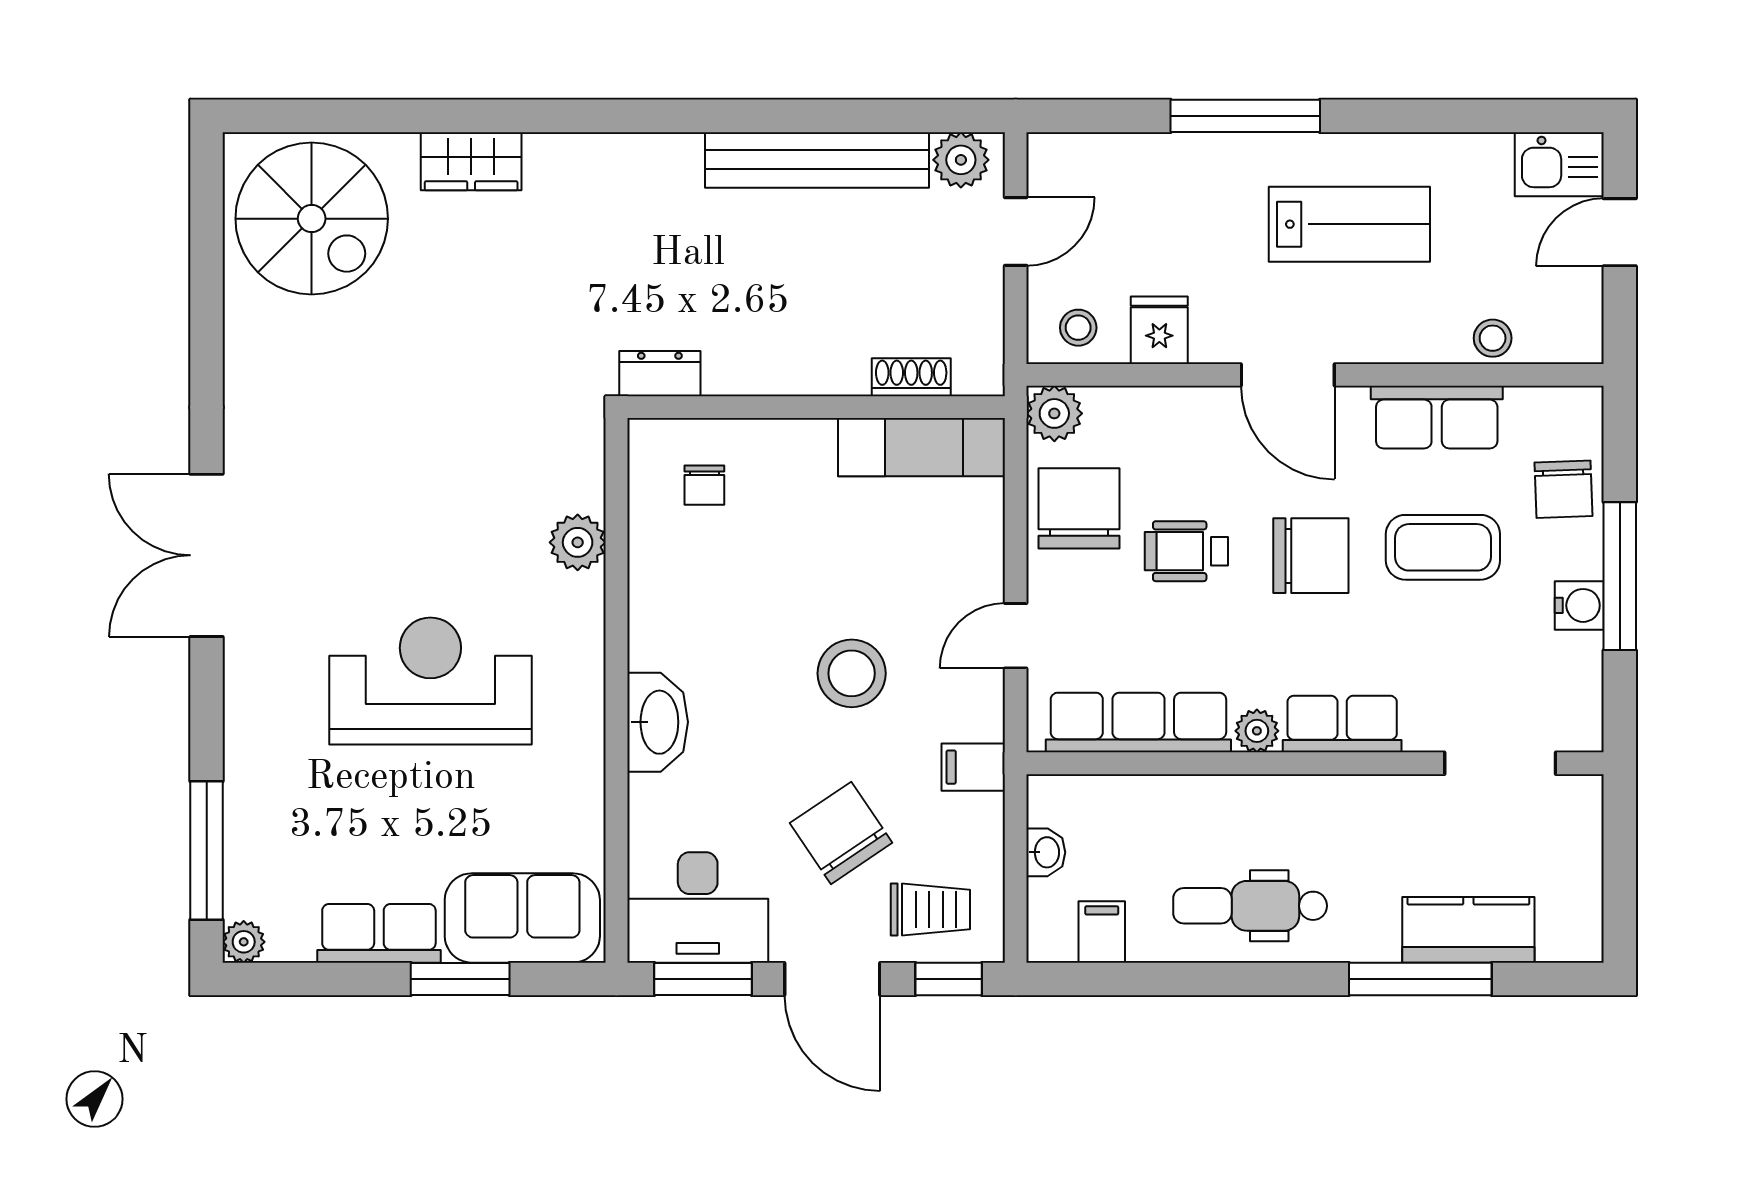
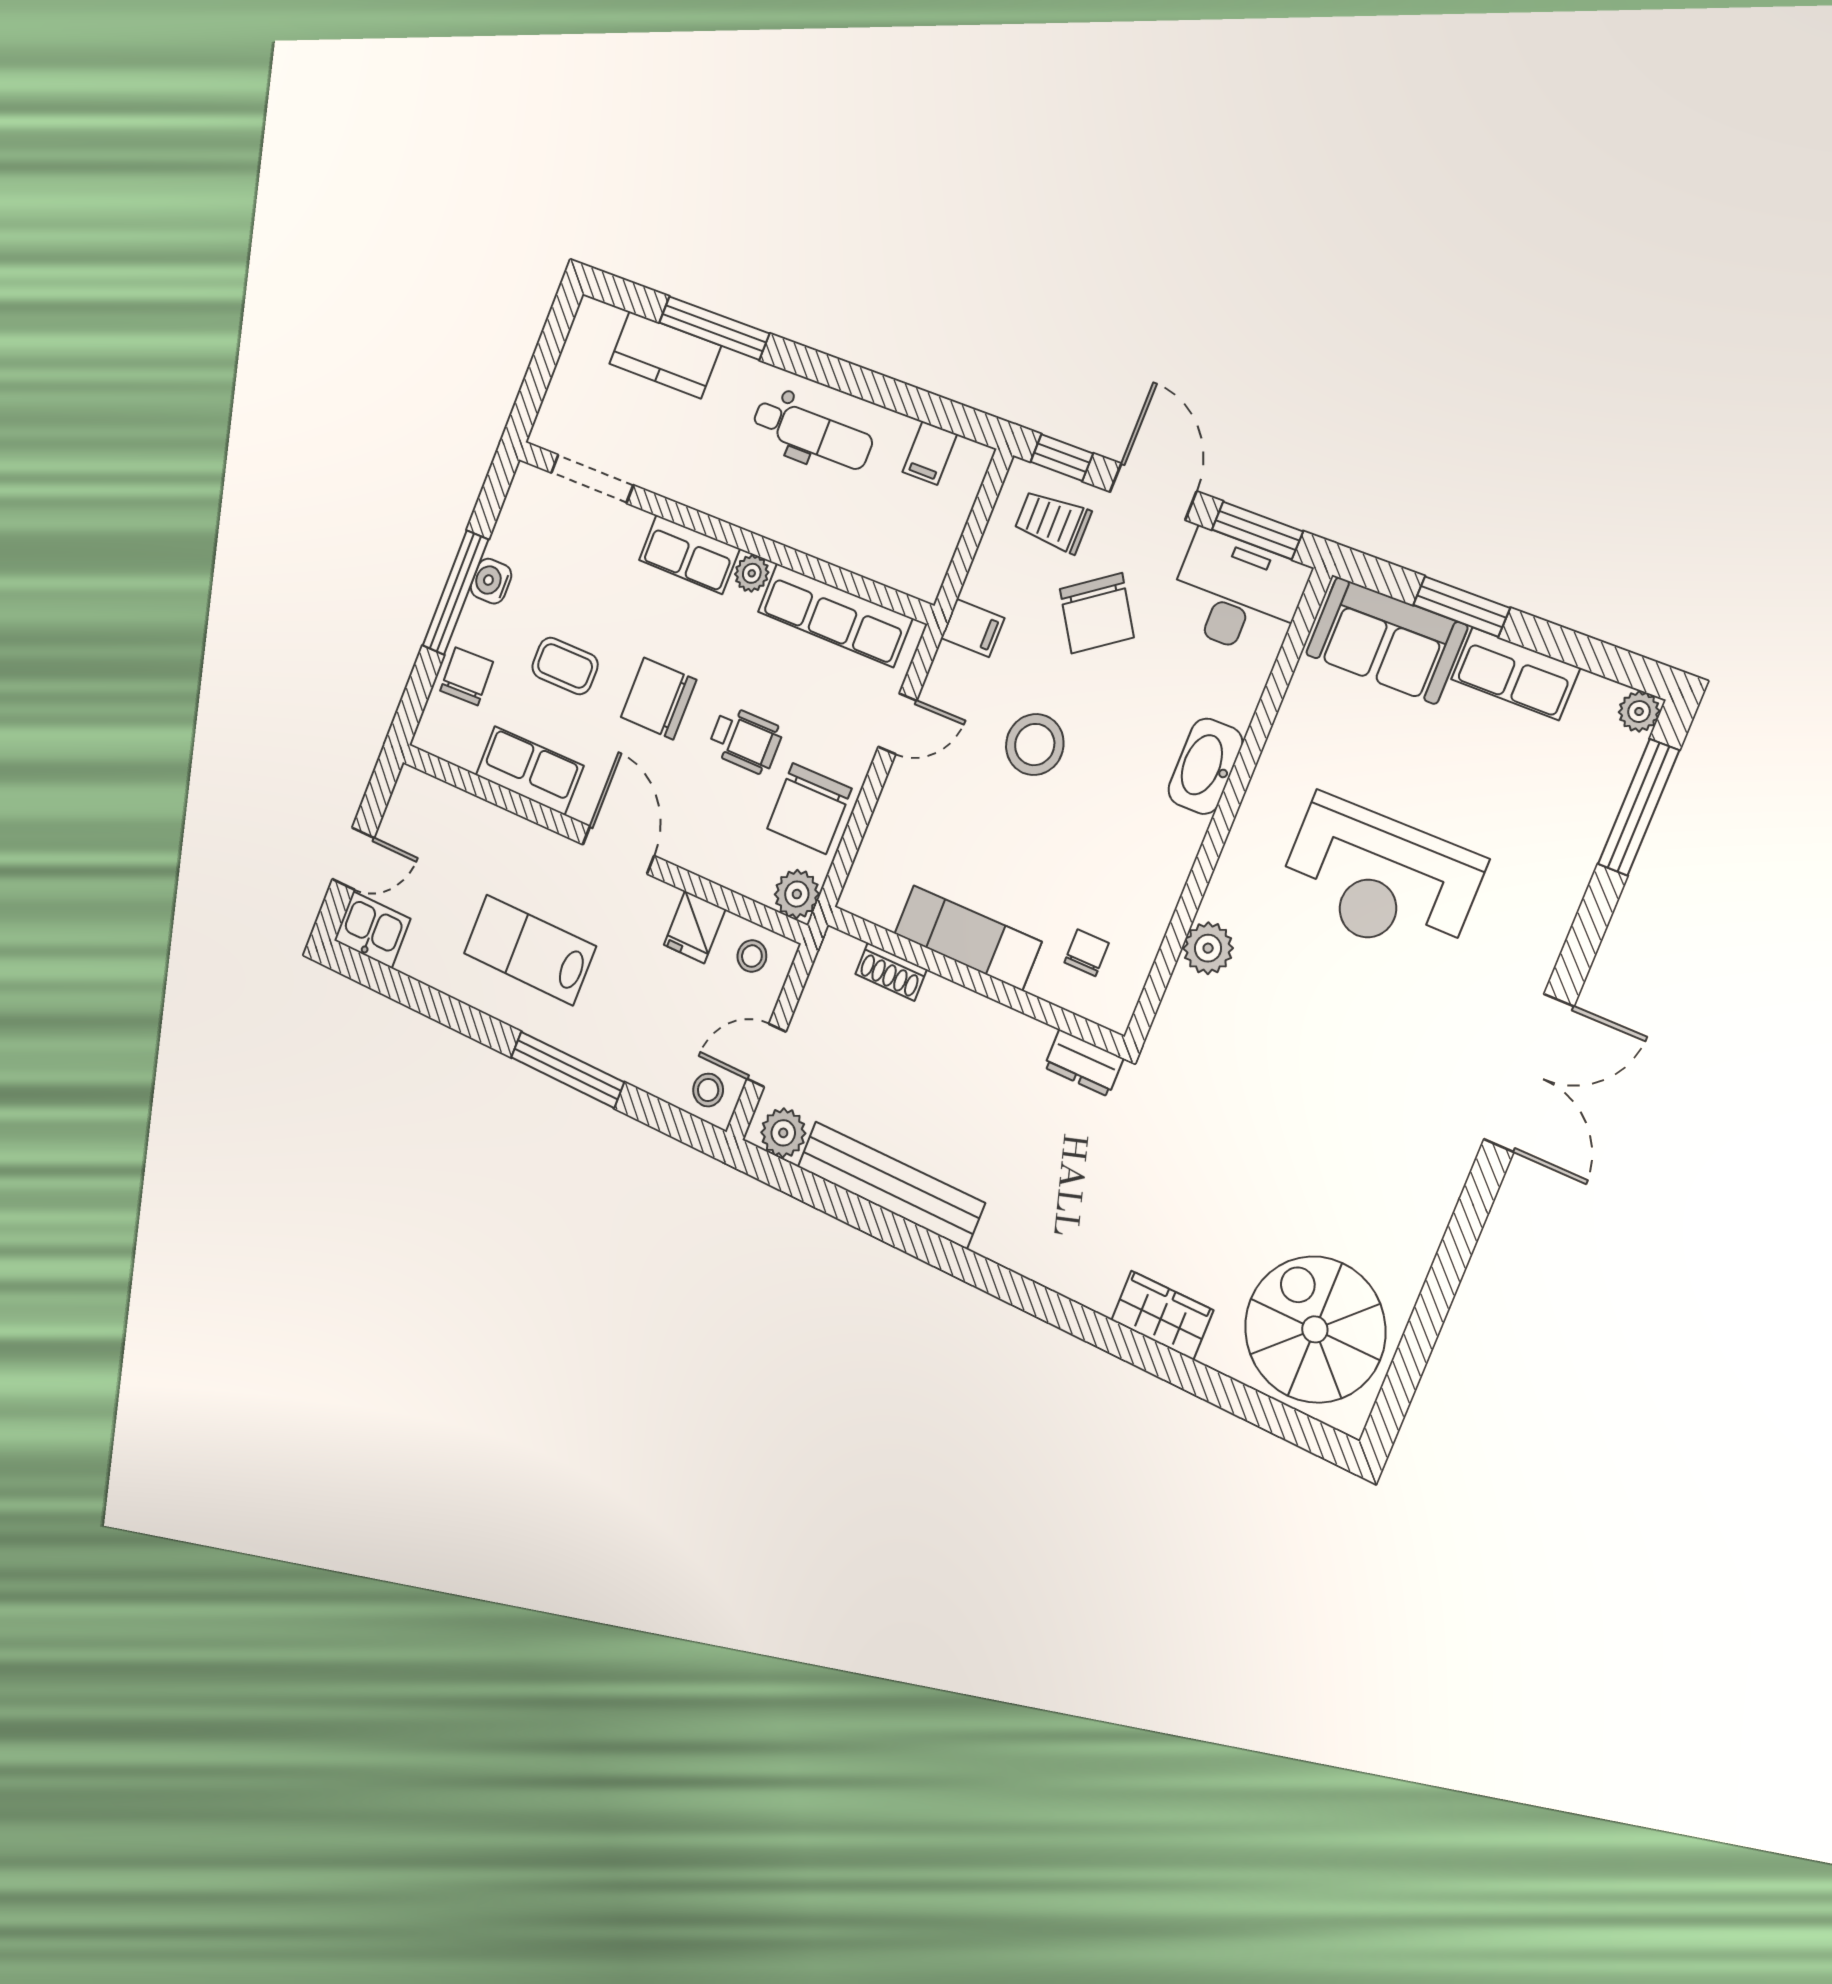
stool: (1493, 338) -> (708, 1090), moved
exam couch: (922, 447) -> (968, 938), moved
coffee table: (1443, 547) -> (565, 666), width x0.73, depth x0.77
washbasin: (1046, 852) -> (946, 535), removed

